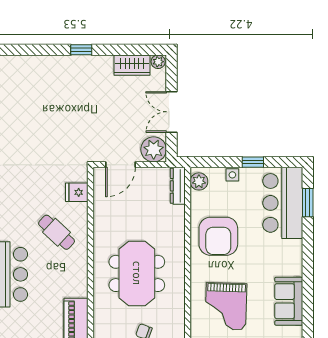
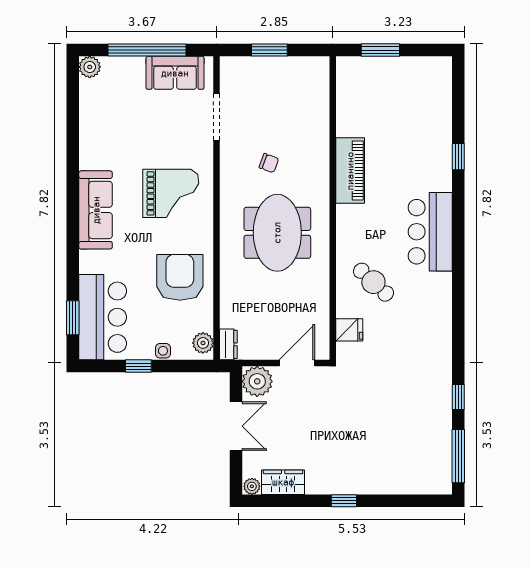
dresser: (178, 186) -> (228, 344), width x0.70
sofa: (289, 301) -> (96, 210), width x1.36
grand piano: (226, 306) -> (171, 193), turned 88

